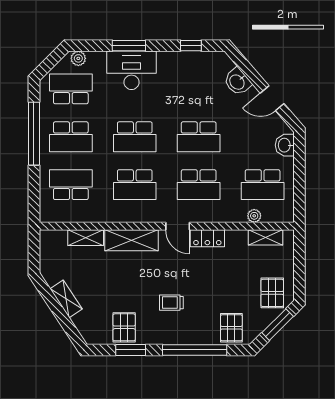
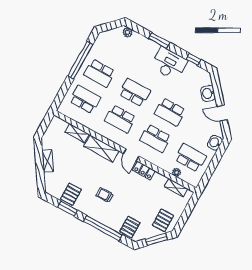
desk: (132, 70) -> (169, 64), moved
school desk: (71, 89) -> (114, 47), removed
school desk: (135, 137) -> (135, 93), turned 180
school desk: (263, 185) -> (191, 158), turned 180

